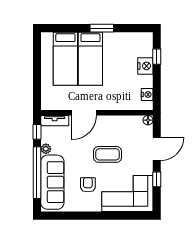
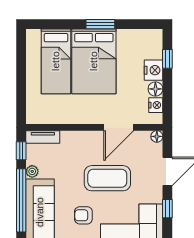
bed: (90, 59) -> (94, 61), width x1.50
floor lamp: (147, 81) -> (155, 89), added
door: (84, 113) -> (119, 127), moved
coffee table: (108, 154) -> (107, 178), width x1.36, depth x1.32
armchair: (88, 185) -> (83, 215), turned -90

